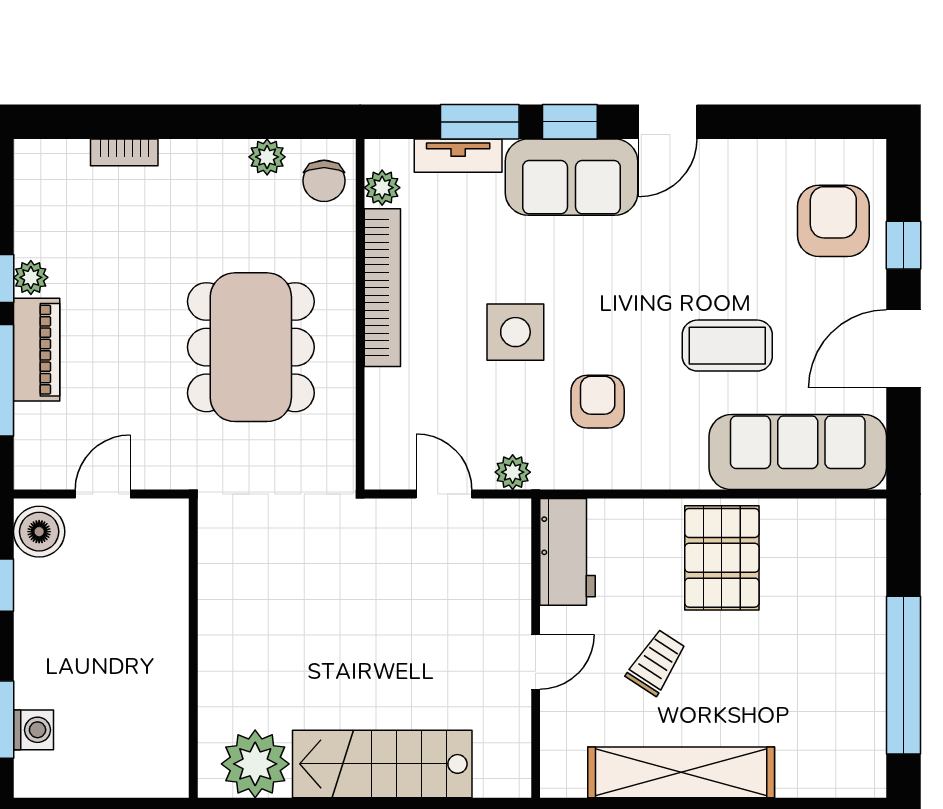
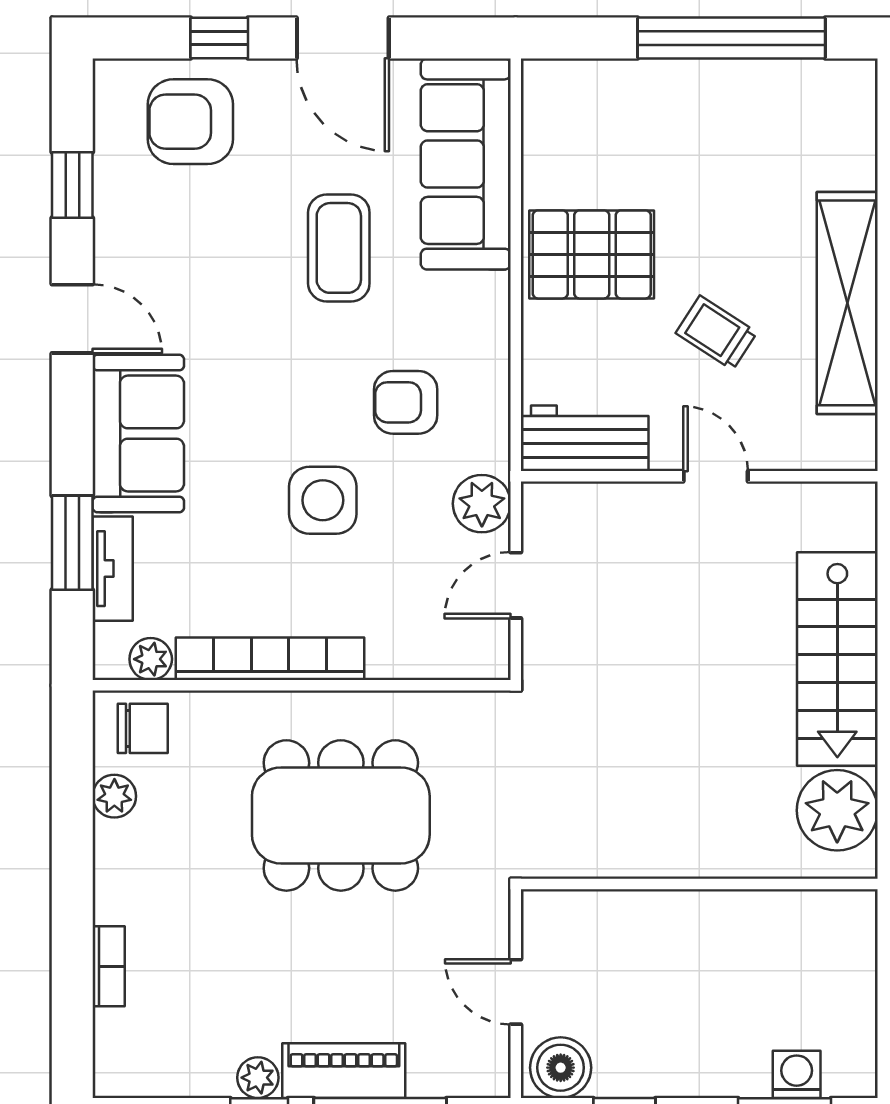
window: (570, 122) -> (72, 185), moved
plant: (513, 472) -> (482, 504), width x1.38, depth x1.38

